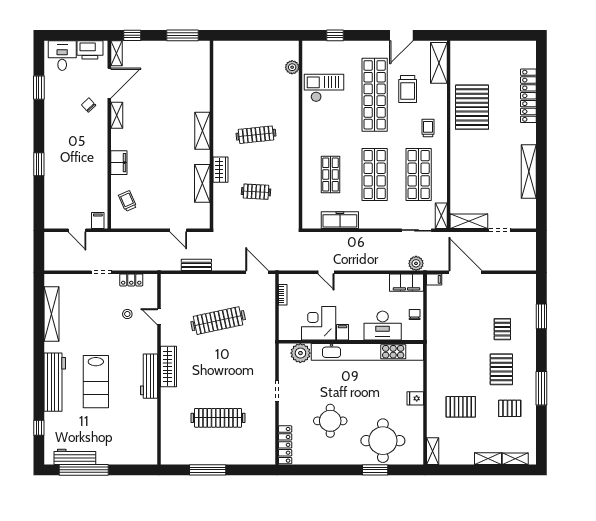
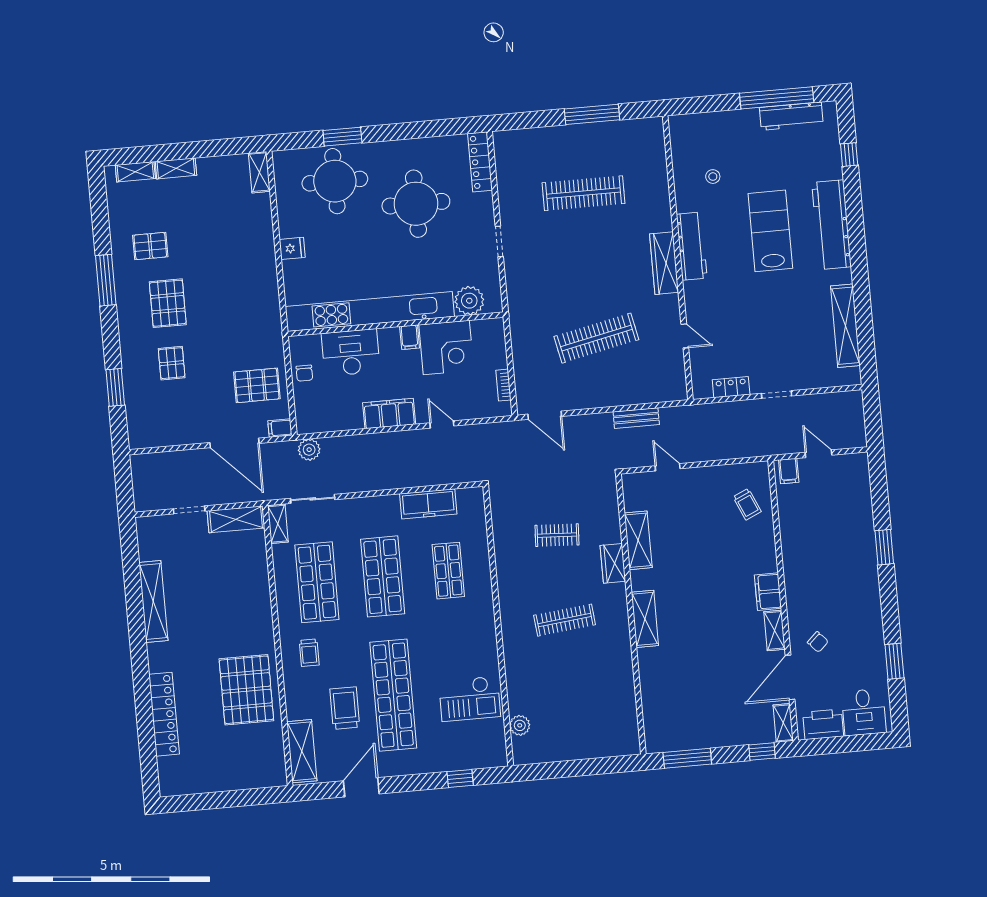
filing cabinet: (119, 163) -> (768, 592), moved
filing cabinet: (406, 283) -> (389, 414), moved
stool: (127, 314) -> (713, 177), moved
pallet: (461, 407) -> (257, 385), moved
round table: (330, 421) -> (416, 204), width x1.36, depth x1.36

